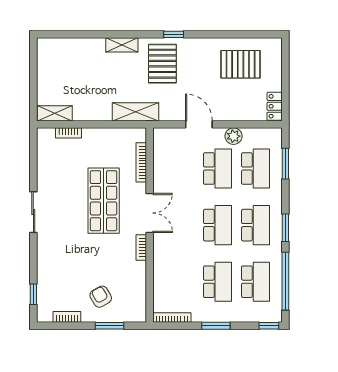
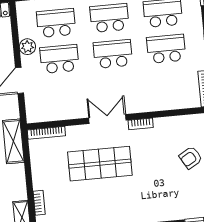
bookcase: (141, 162) -> (46, 133), moved

